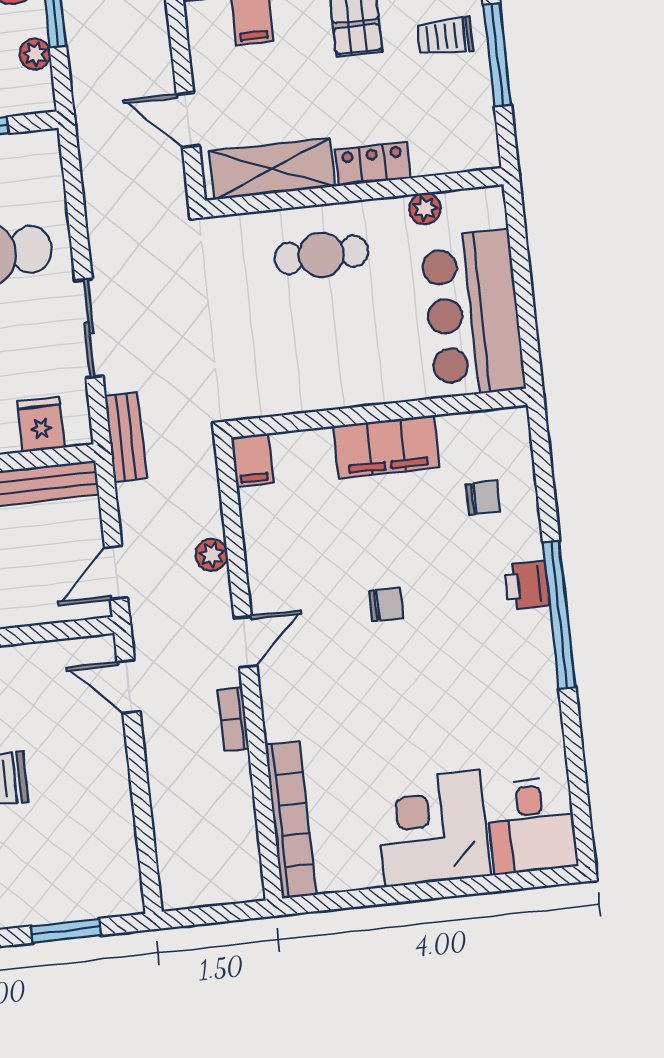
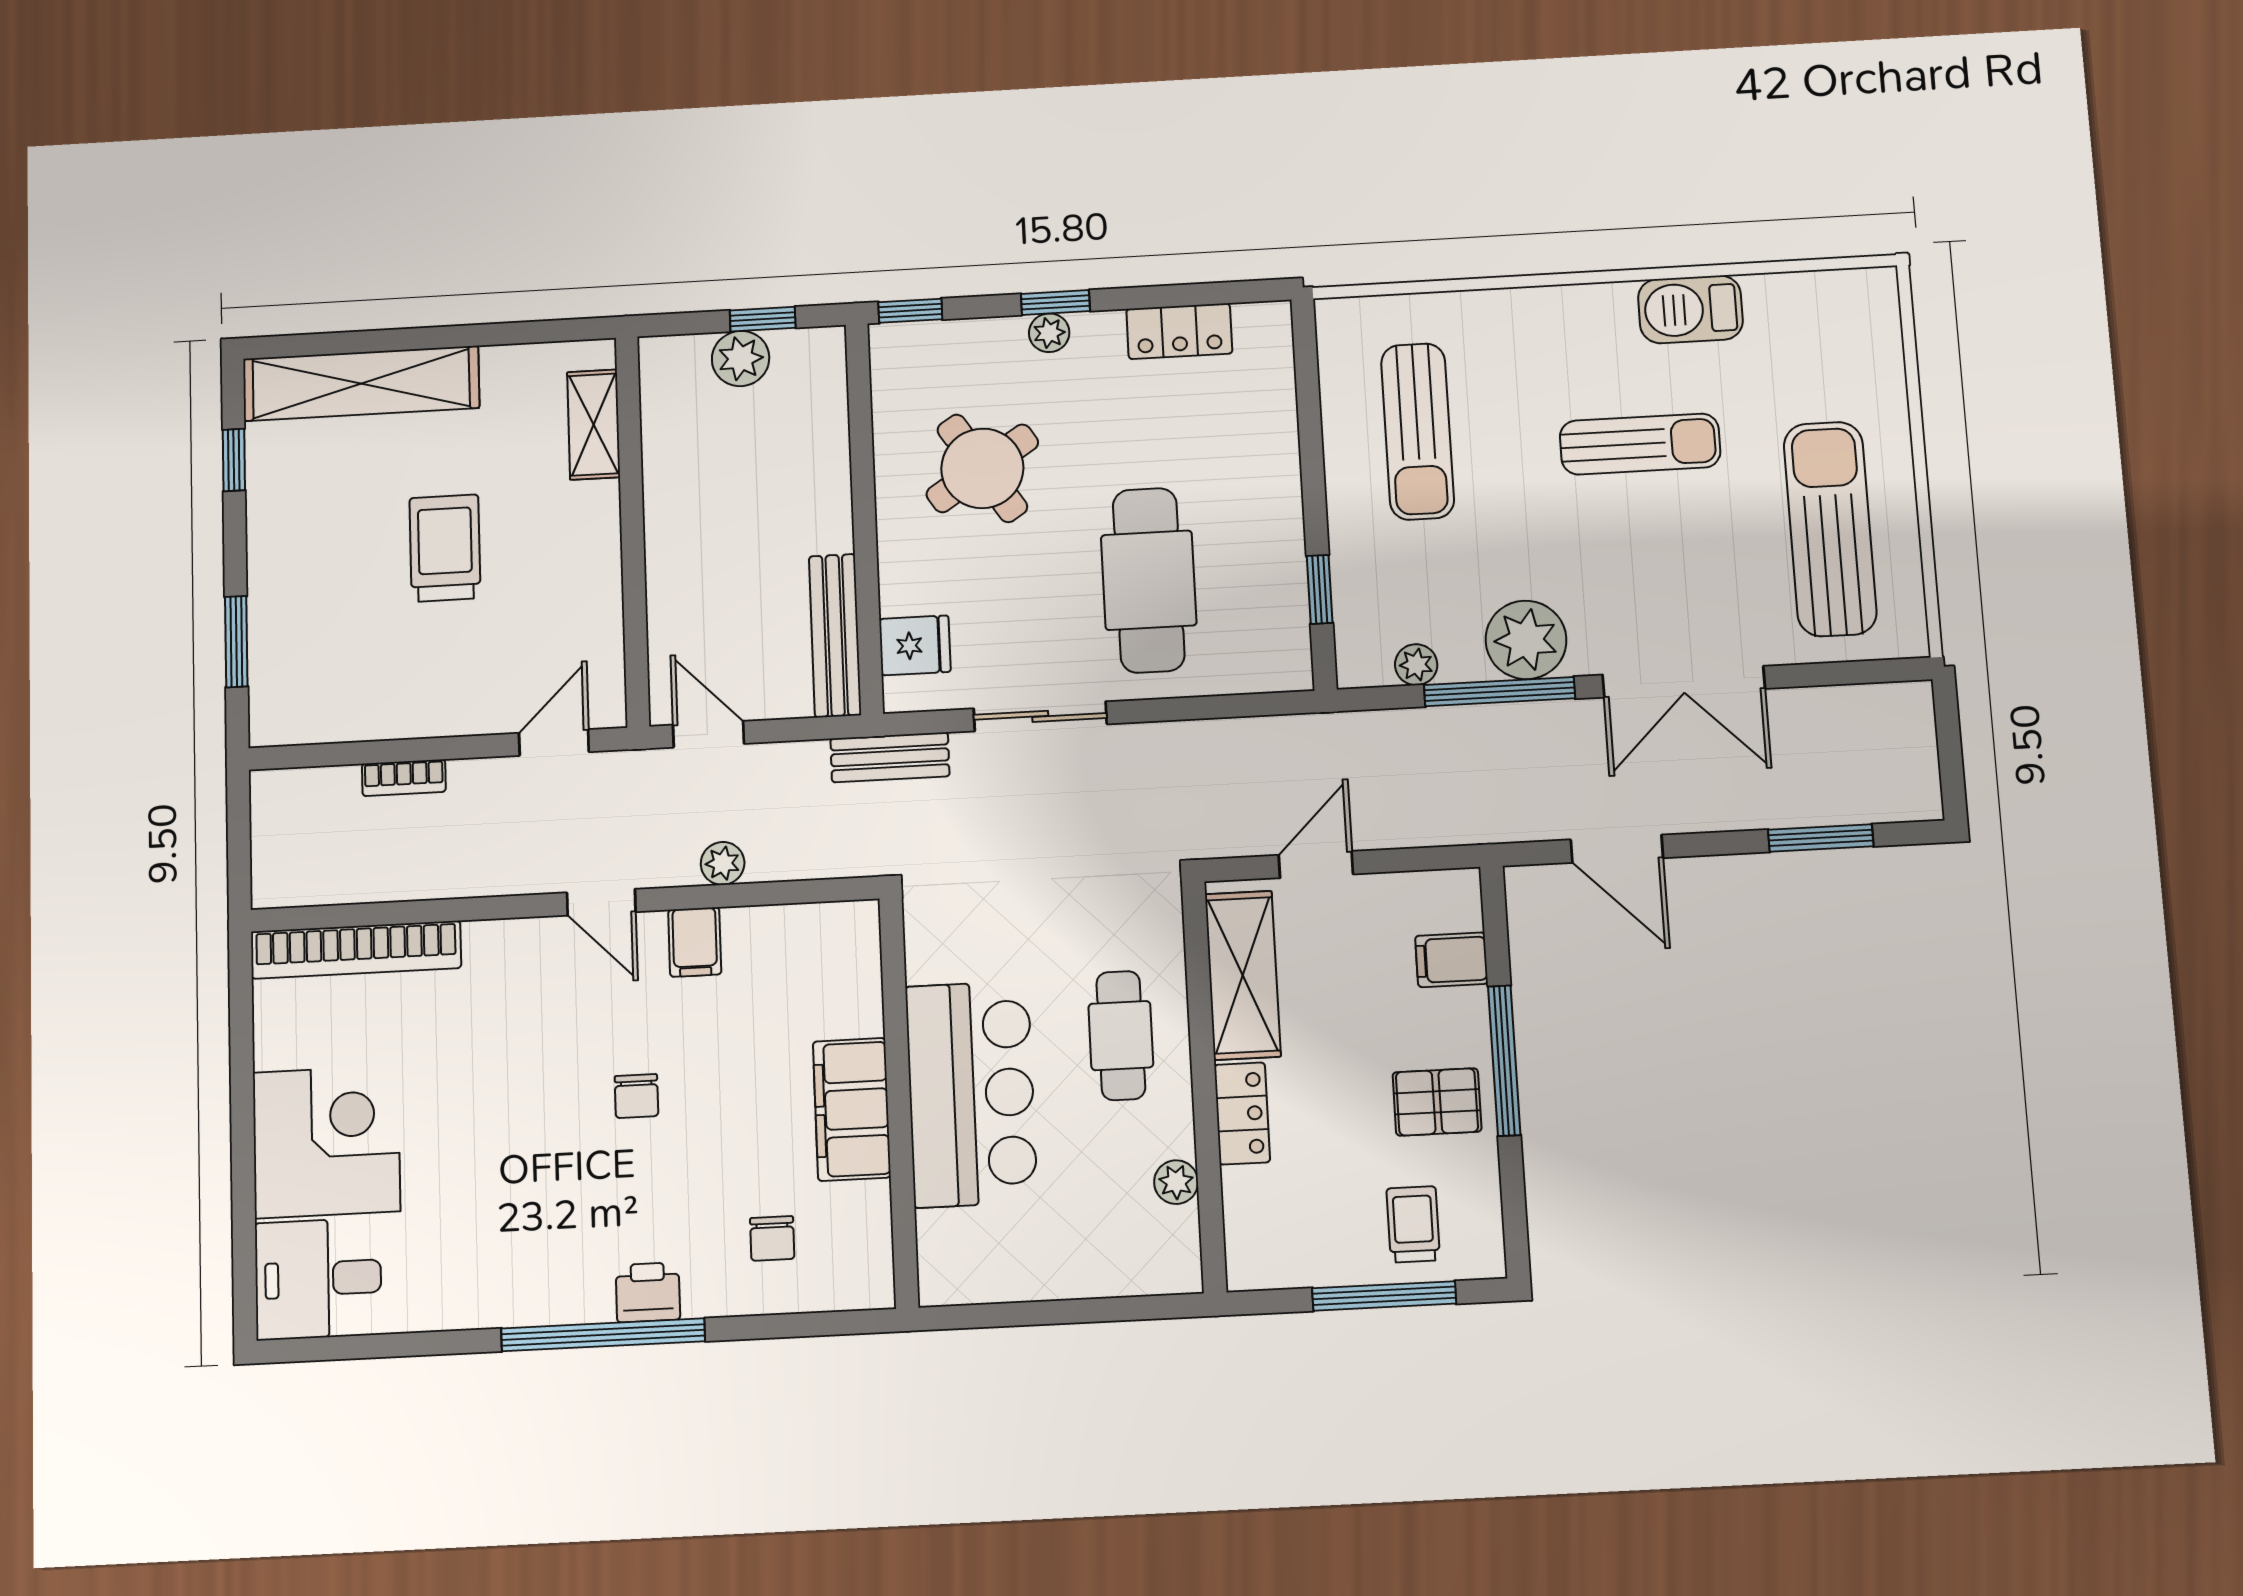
bar counter: (473, 313) -> (971, 1094), moved, turned 90
filing cabinet: (252, 460) -> (695, 942), moved, turned -90
bookcase: (233, 719) -> (404, 778), moved, turned 180

